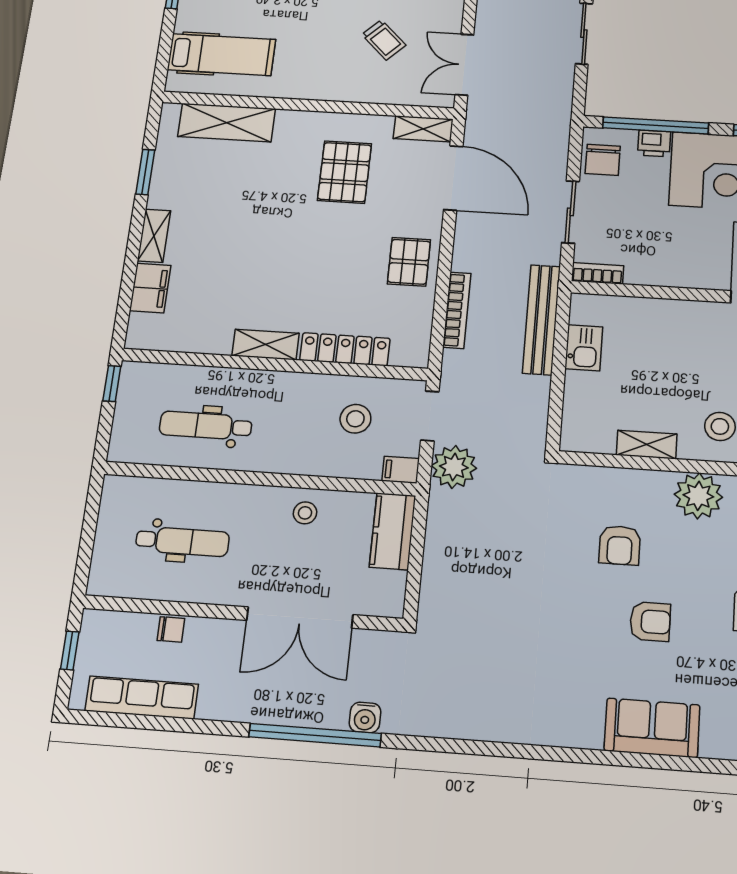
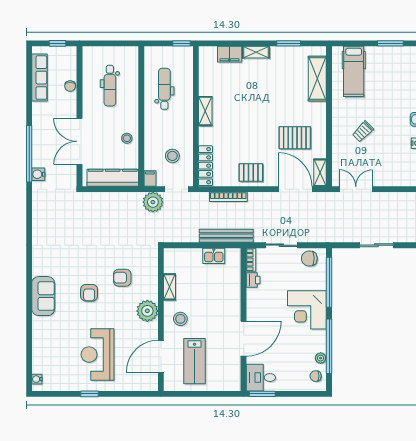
trolley: (384, 40) -> (363, 132), moved
printer: (654, 143) -> (253, 280), moved, turned 180
door: (453, 178) -> (295, 189), swing flipped
locker: (345, 349) -> (206, 166), moved
kitchen counter: (393, 531) -> (113, 178), width x1.50

